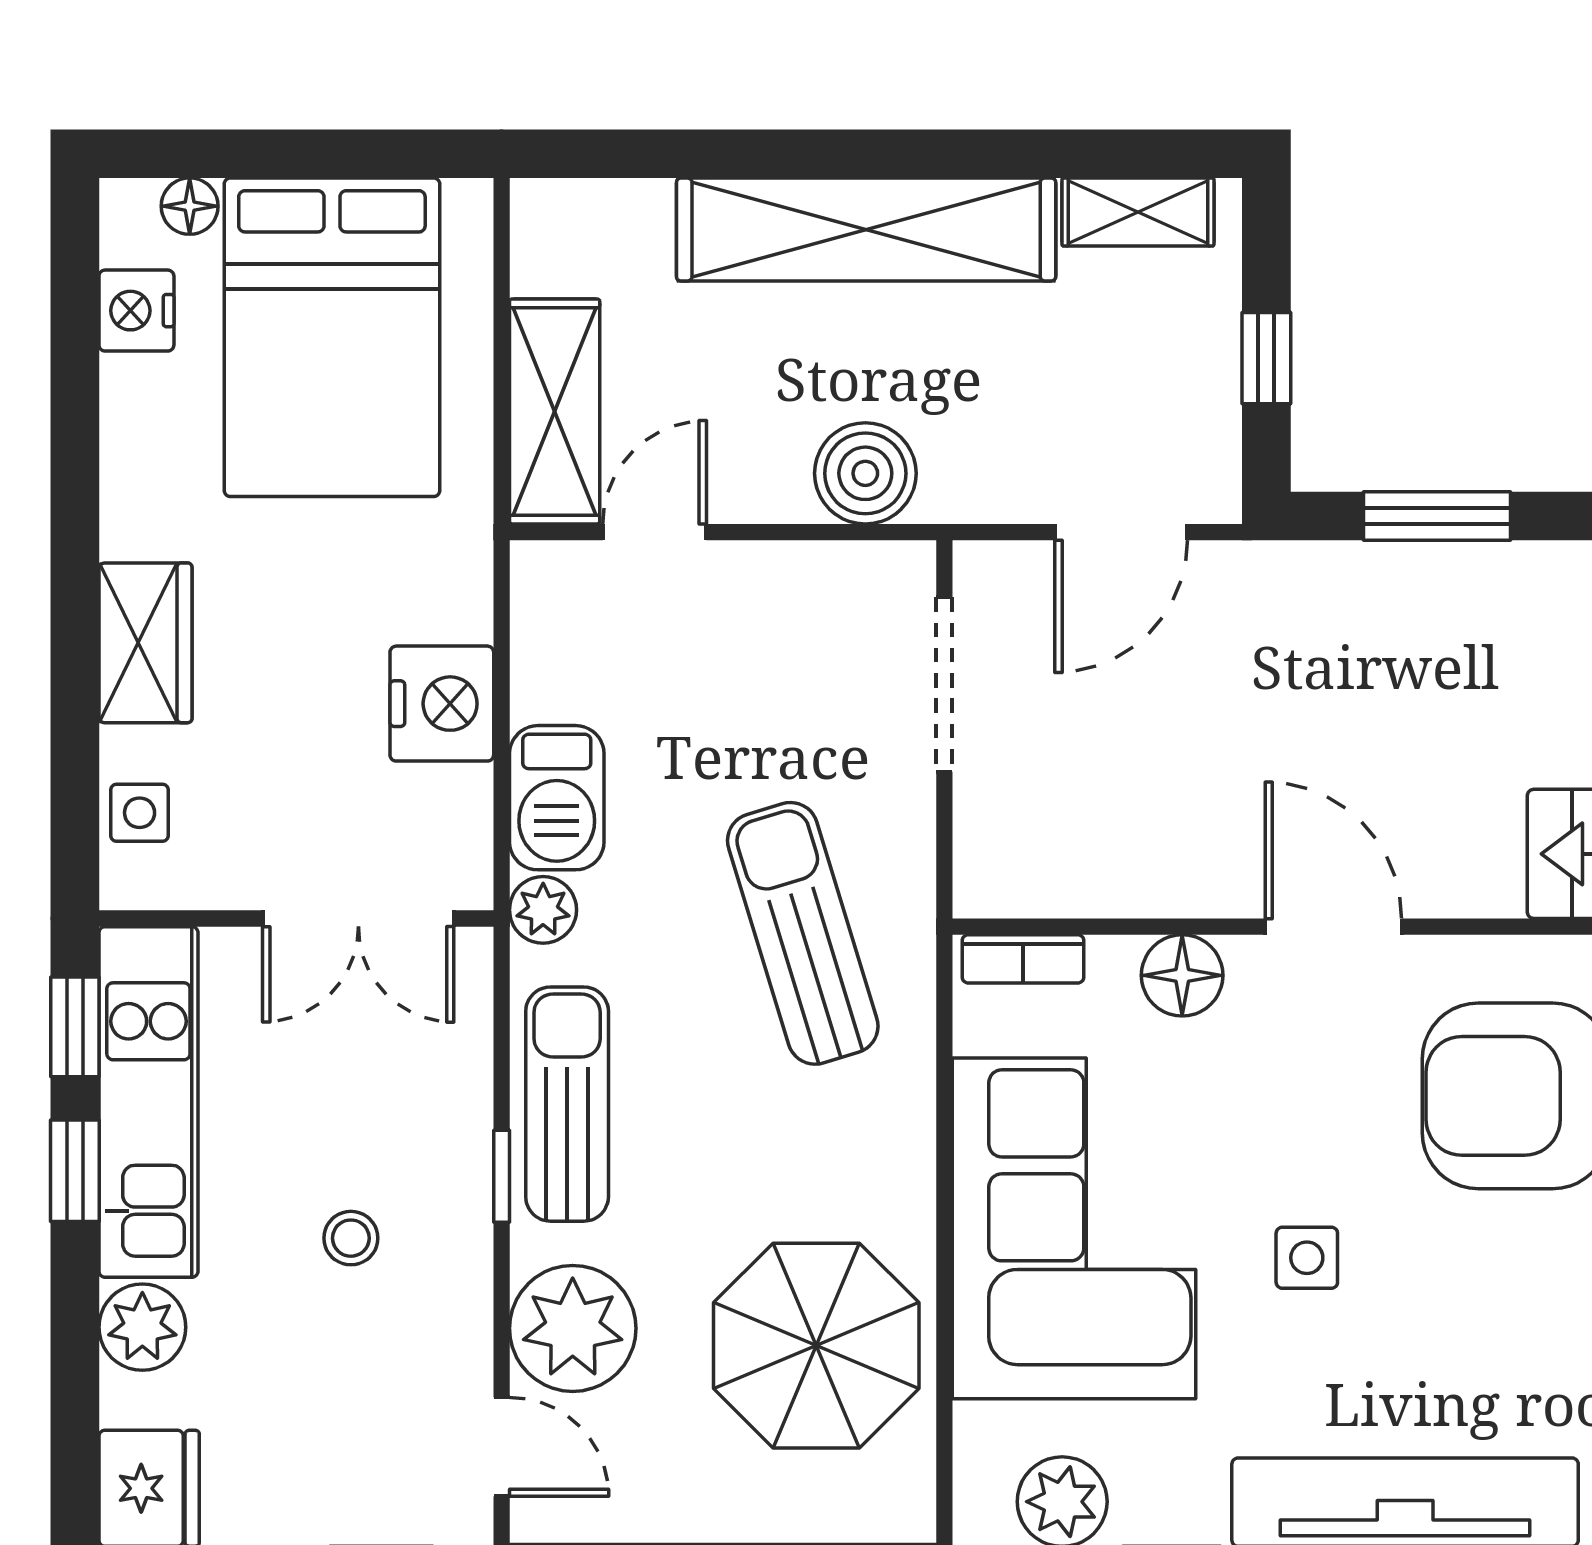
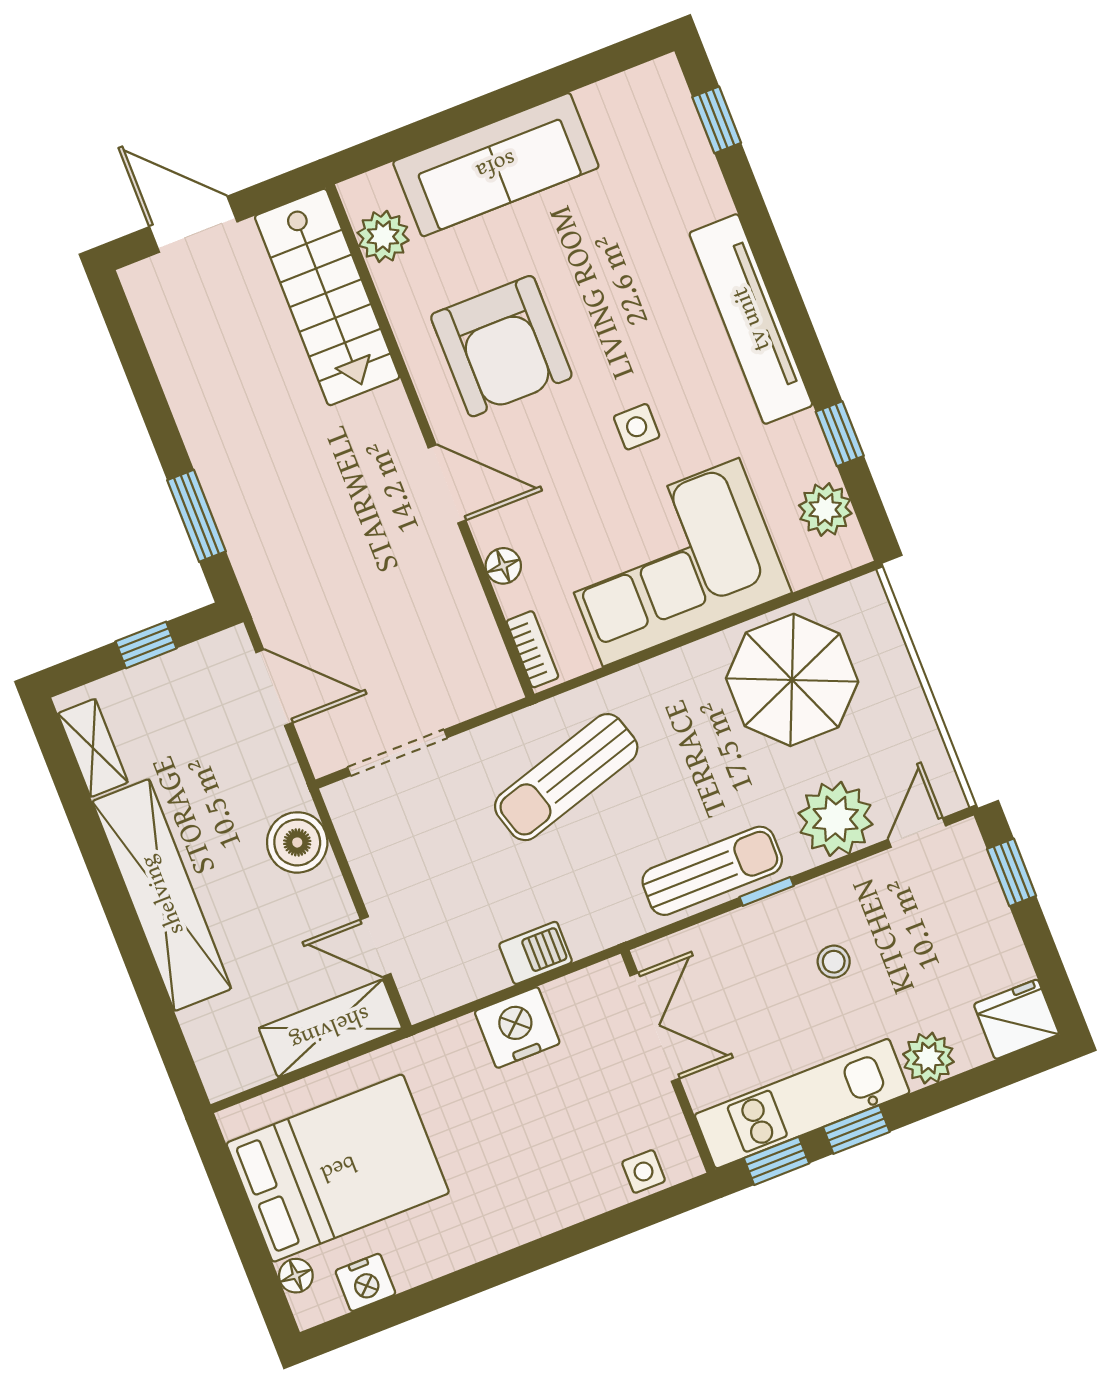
wardrobe: (145, 643) -> (548, 1205), removed
barbecue: (557, 798) -> (536, 953), width x0.73, depth x0.79
plant: (543, 910) -> (610, 926), removed
door: (1333, 927) -> (447, 484), swing flipped
floor lamp: (1182, 975) -> (503, 566), width x0.73, depth x0.73
sun lounger: (567, 1104) -> (712, 871), turned 180

